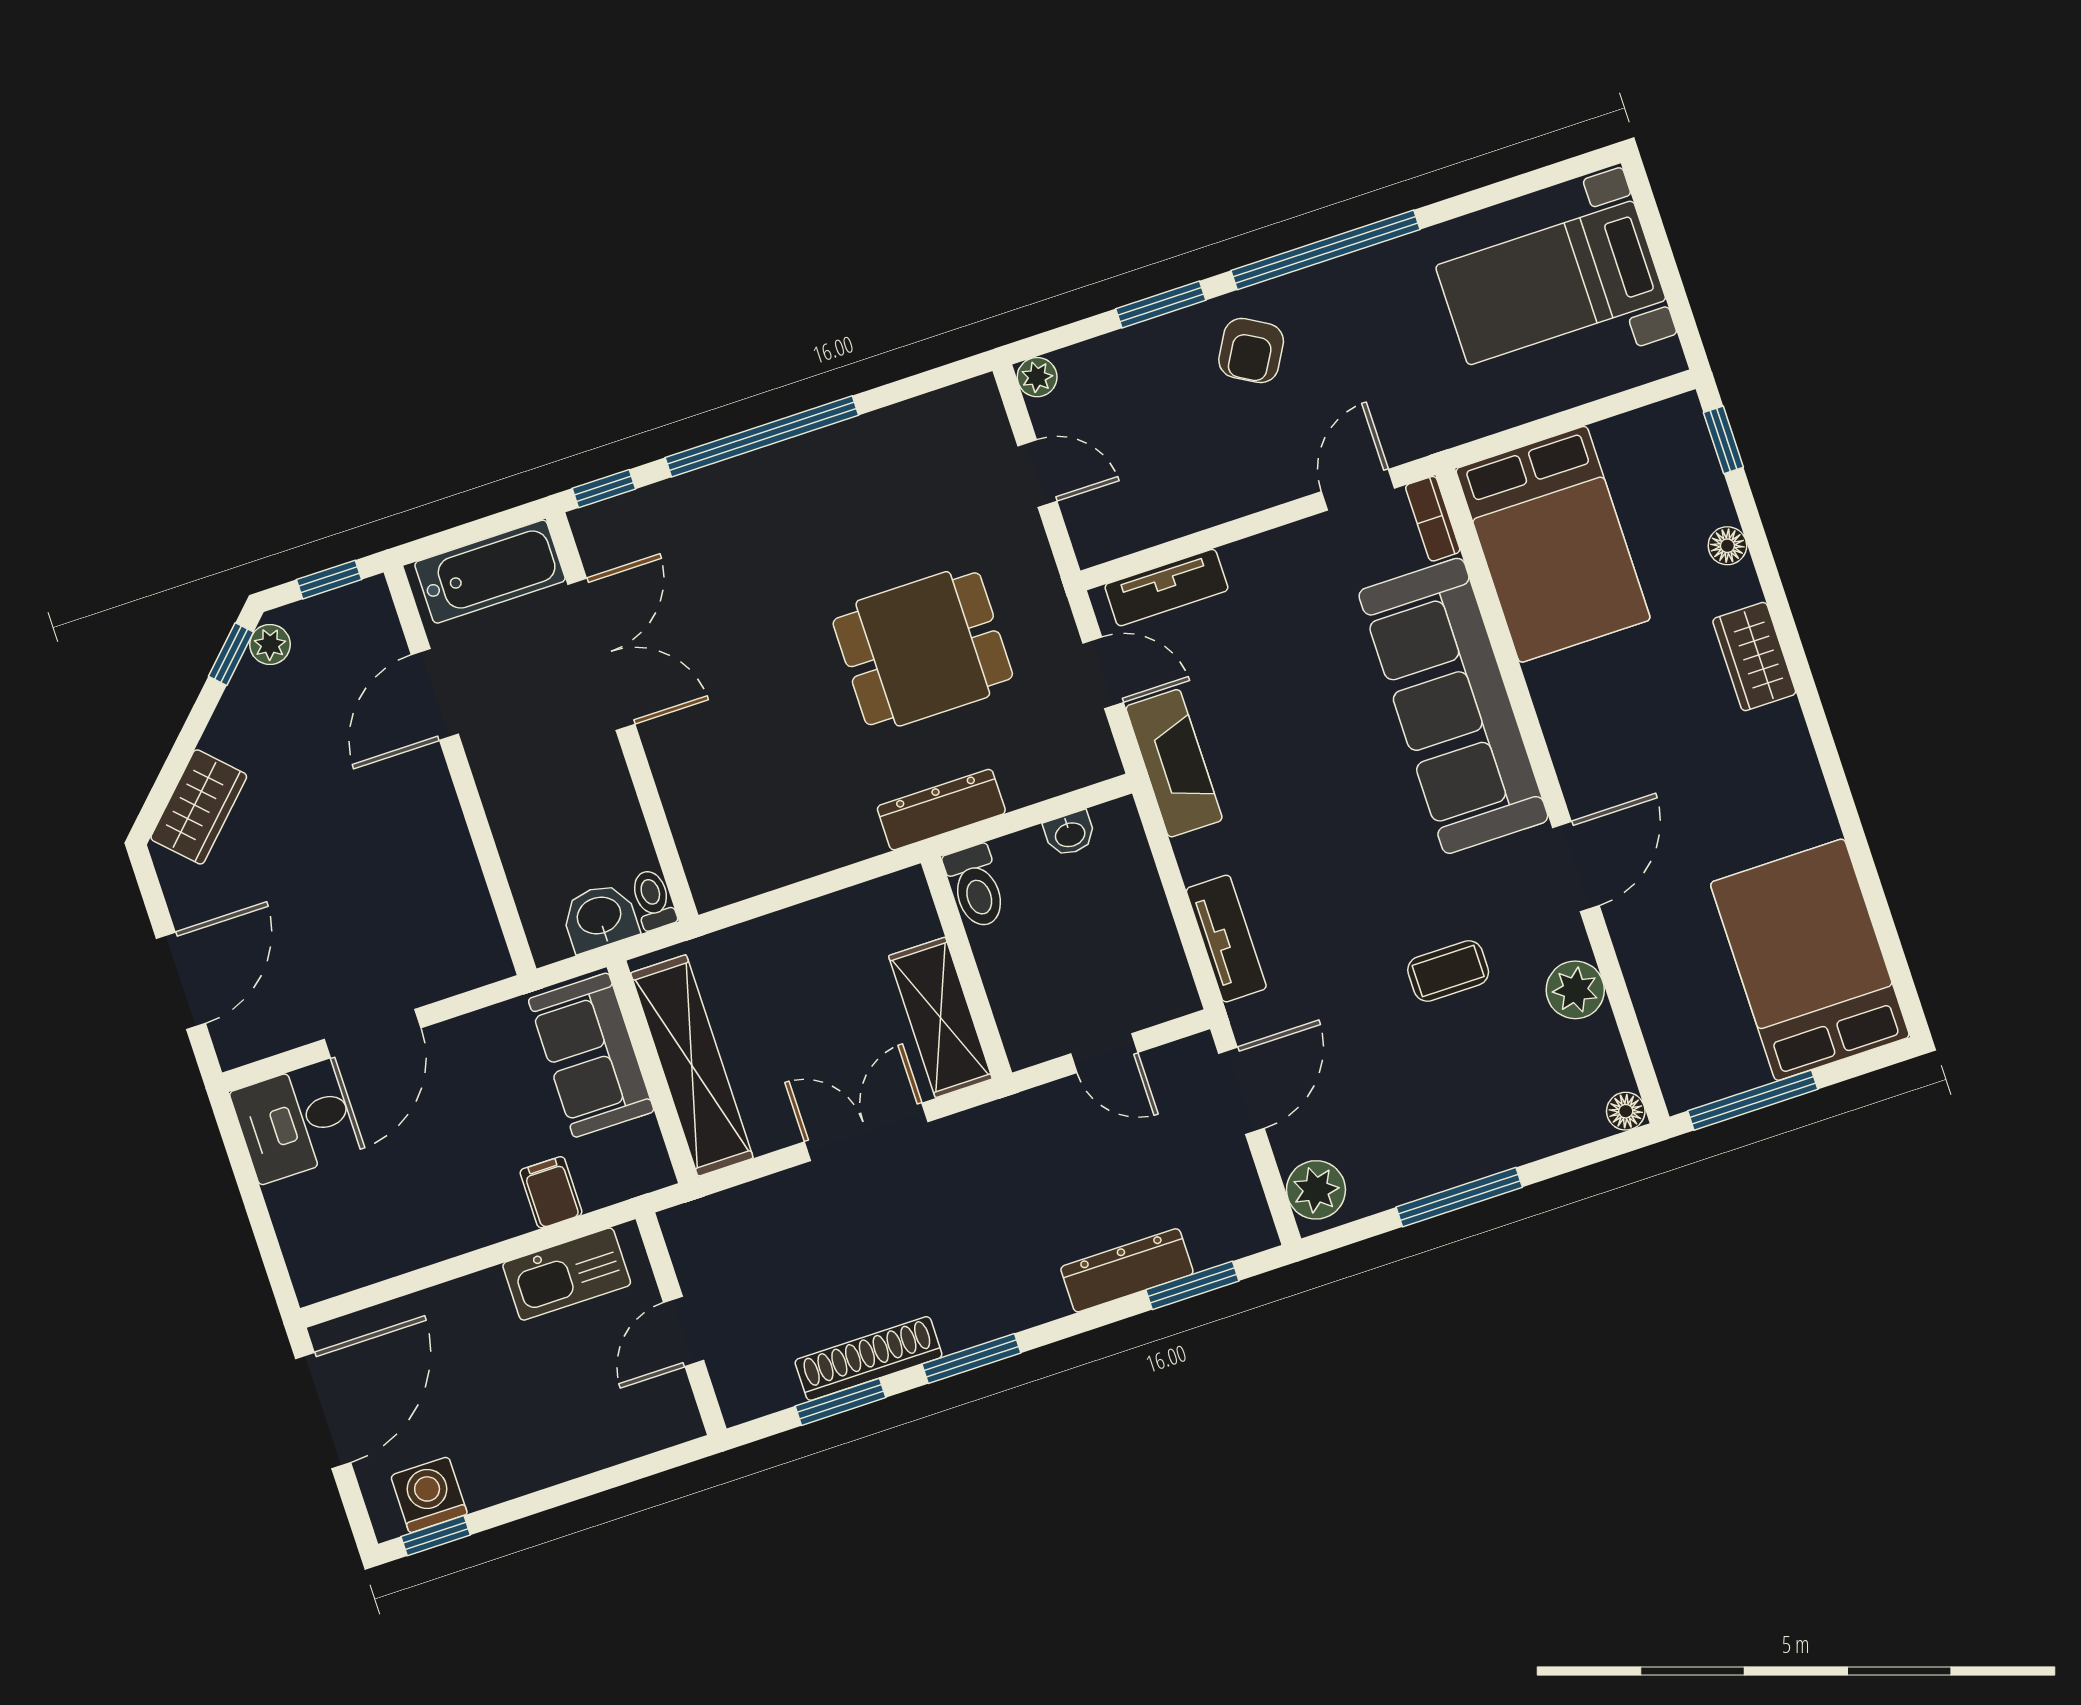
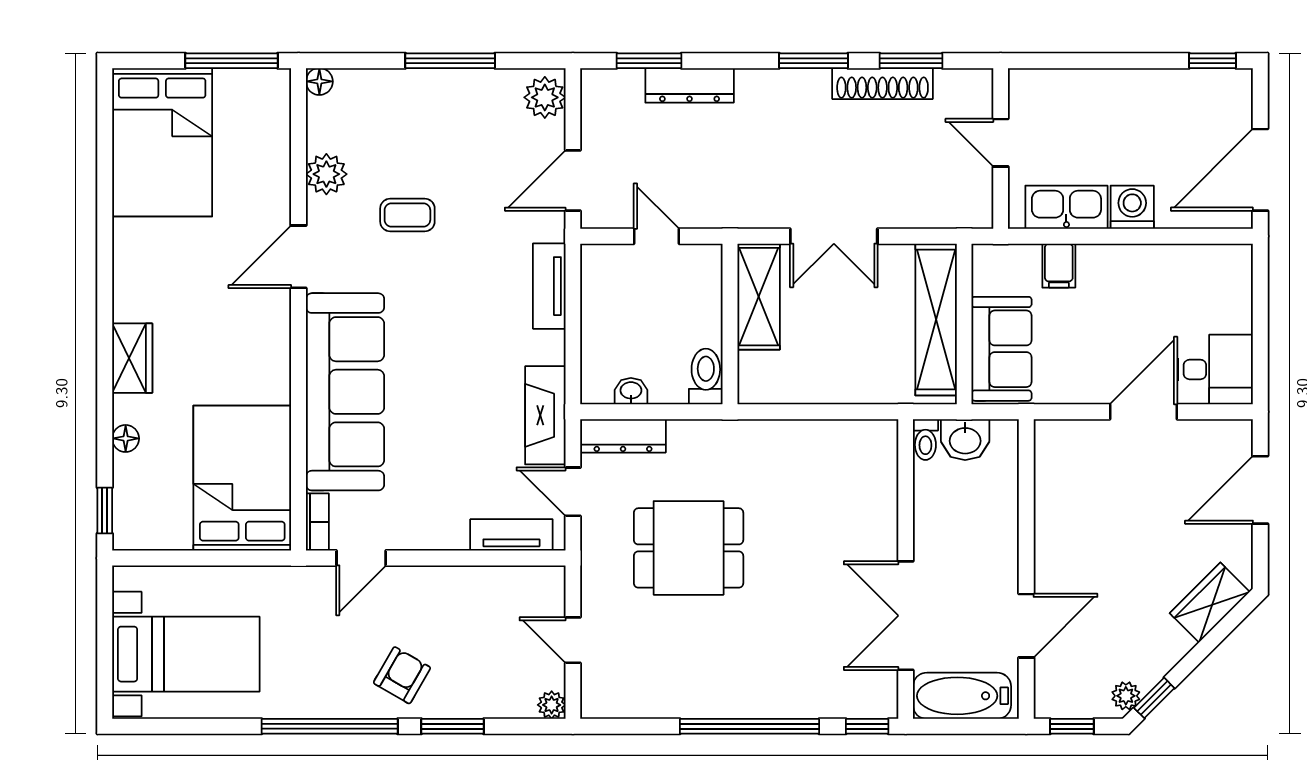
dresser: (941, 810) -> (623, 436), moved
door: (684, 1332) -> (1001, 143), swing flipped
washing machine: (429, 1495) -> (1132, 207), moved, turned 180

